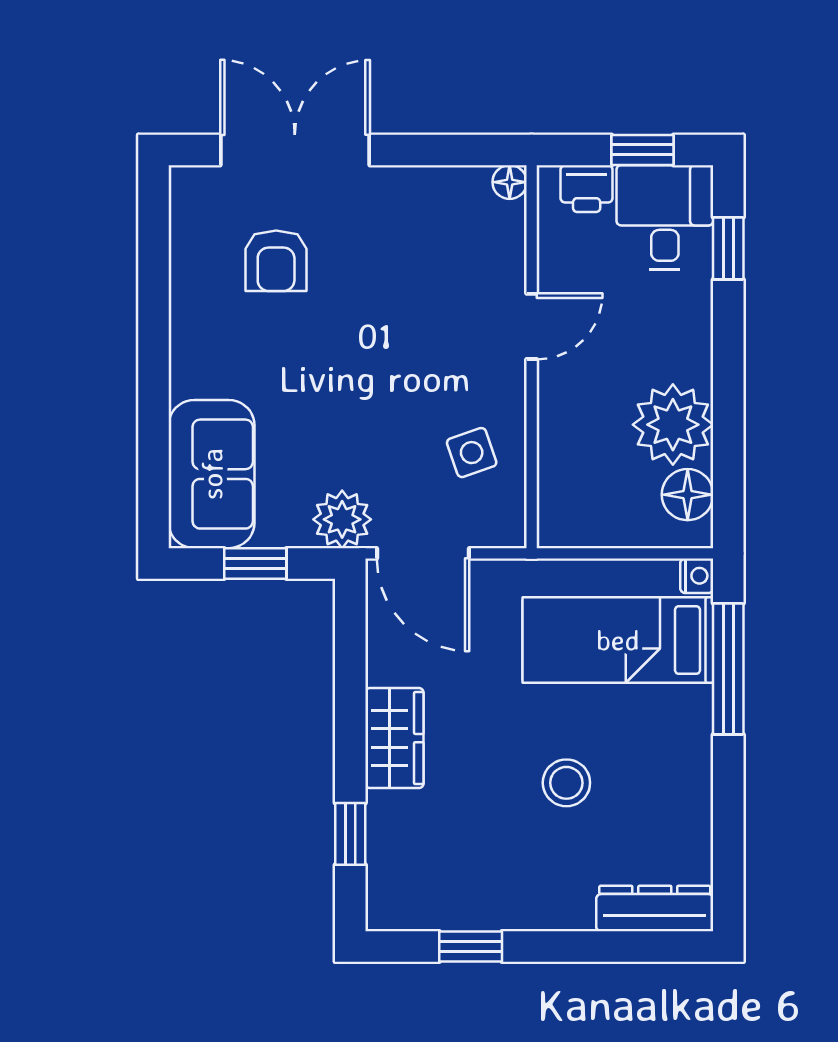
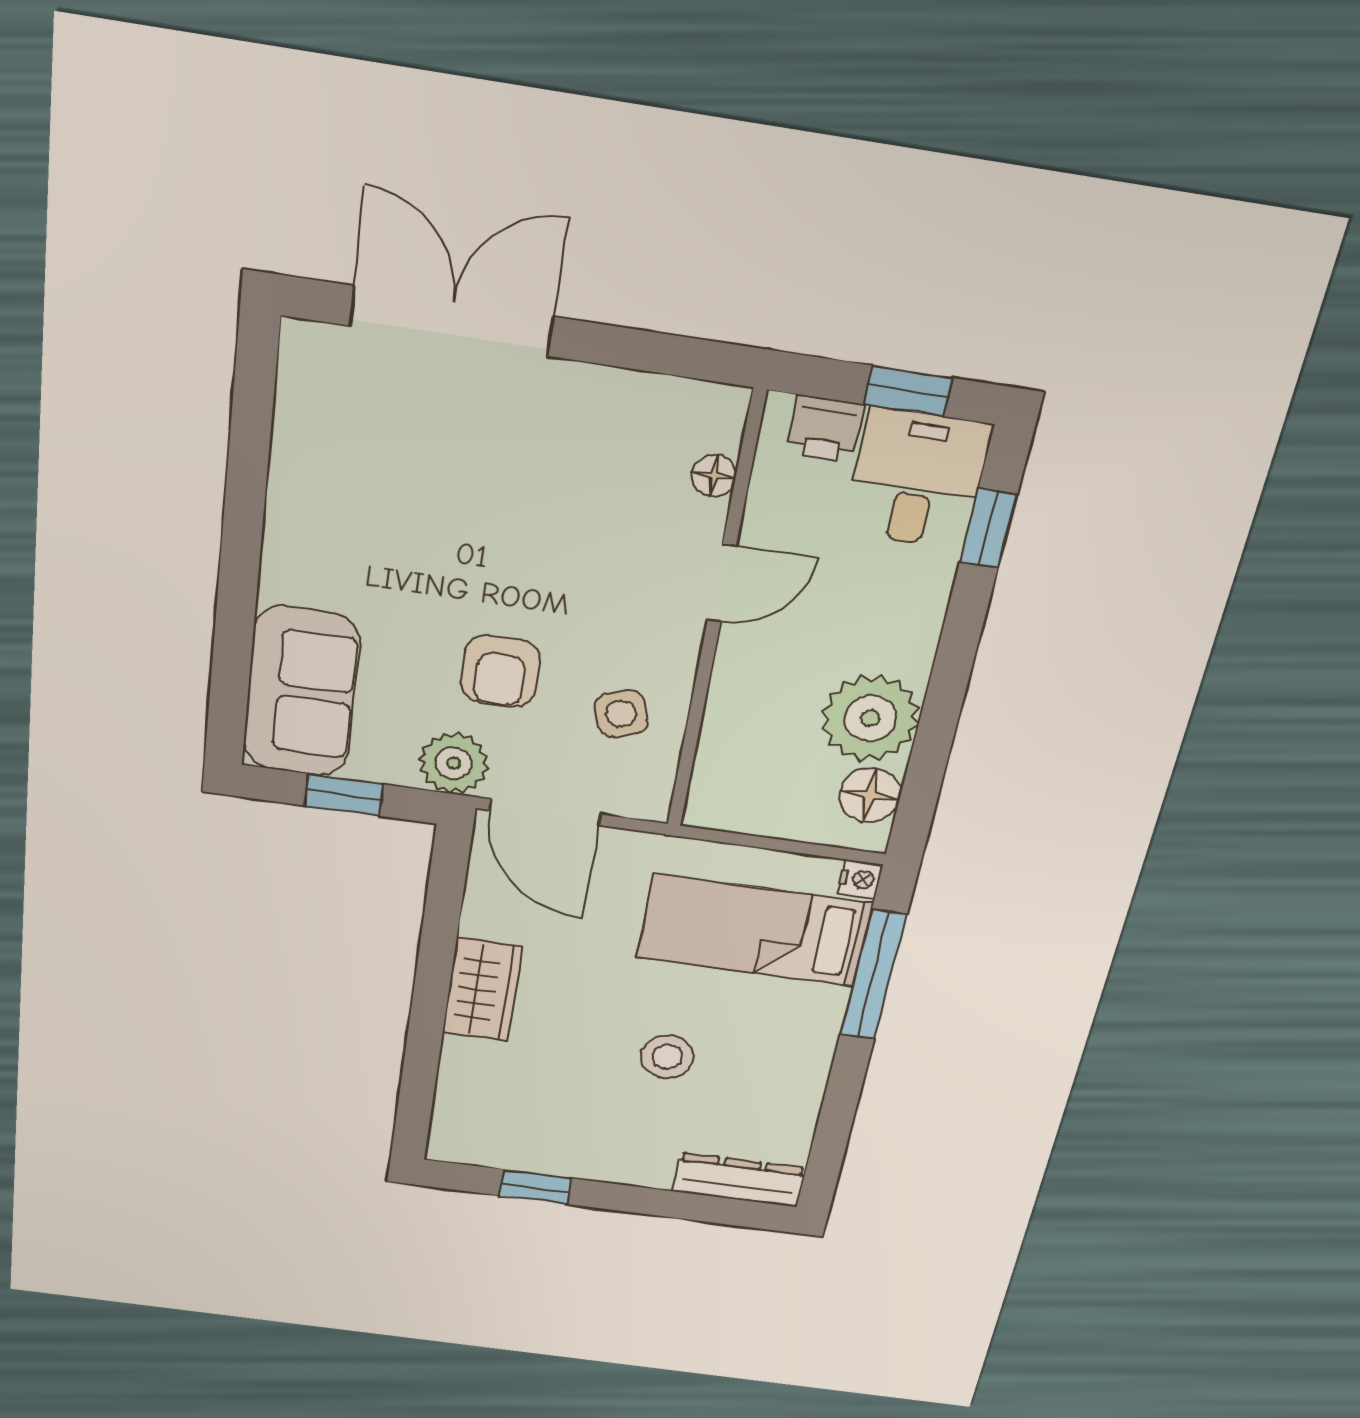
floor lamp: (510, 182) -> (714, 476), moved
armchair: (276, 261) -> (500, 671), moved
window: (350, 834) -> (420, 1071), removed

